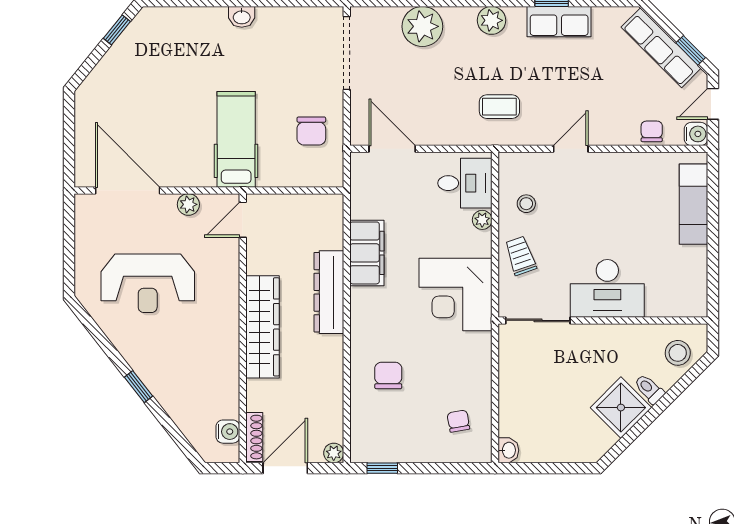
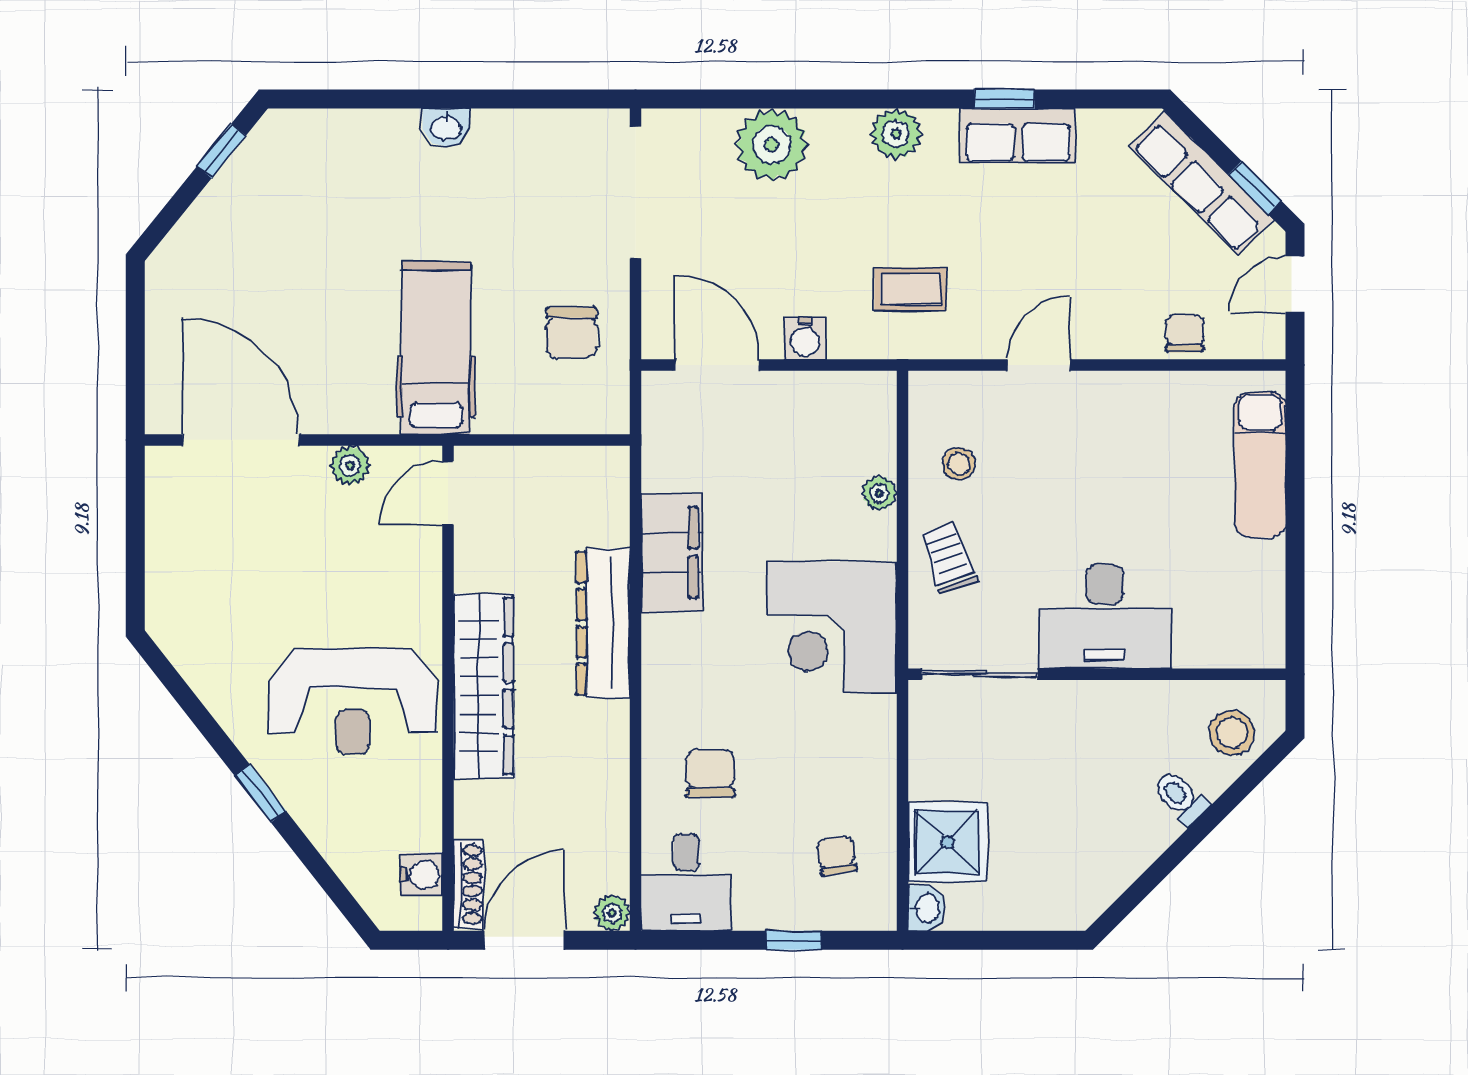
water cooler: (696, 134) -> (805, 338), moved, turned 90
desk: (465, 183) -> (686, 882), moved, turned 90
reception desk: (148, 283) -> (353, 701), moved
shower: (621, 408) -> (947, 842), moved, turned 45
window: (382, 468) -> (794, 940), moved

